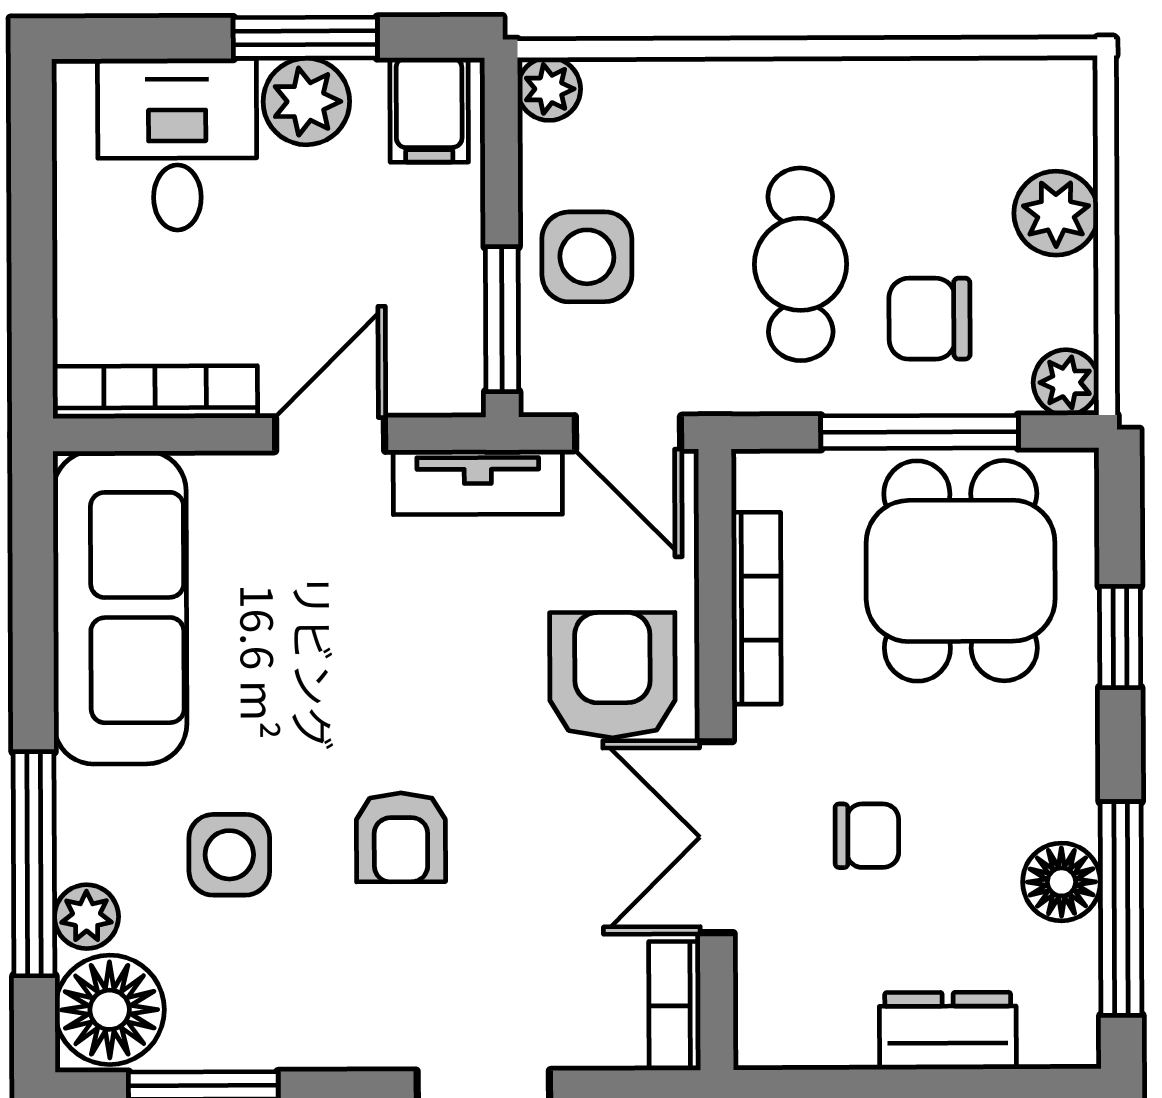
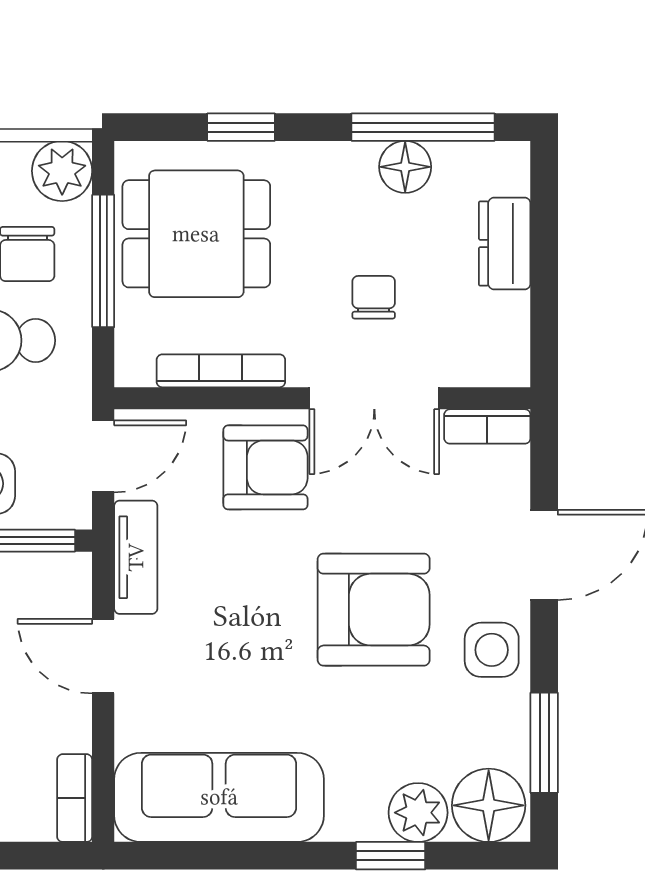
plant: (1066, 382) -> (62, 171), width x1.38, depth x1.38
bookcase: (155, 392) -> (75, 798), width x0.64
armchair: (612, 675) -> (265, 467), turned 180
armchair: (401, 837) -> (374, 610), width x1.88, depth x1.88
side table: (229, 855) -> (492, 650), moved
window: (34, 864) -> (391, 856), width x0.46
plant: (87, 917) -> (418, 813), width x1.38, depth x1.38

